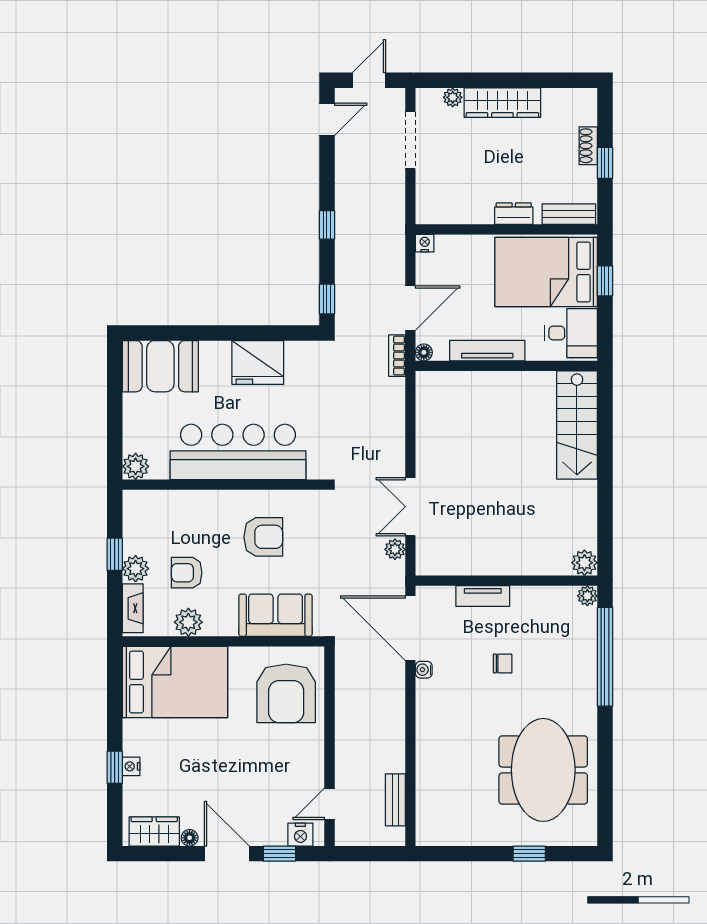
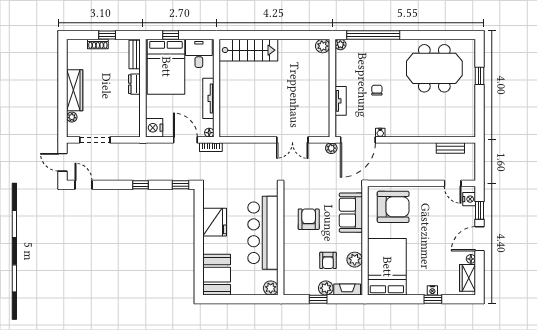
nightstand: (425, 243) -> (154, 128), width x1.89, depth x1.79
plant: (395, 549) -> (331, 148), moved

